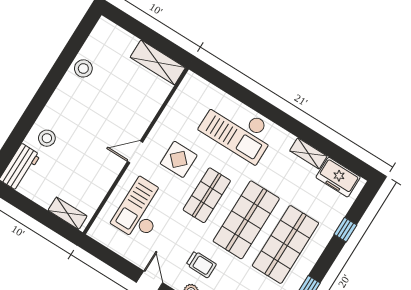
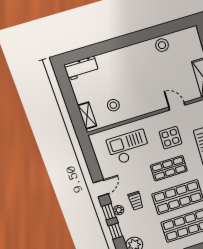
stool: (47, 138) -> (113, 105), moved
door: (135, 152) -> (177, 106), moved

